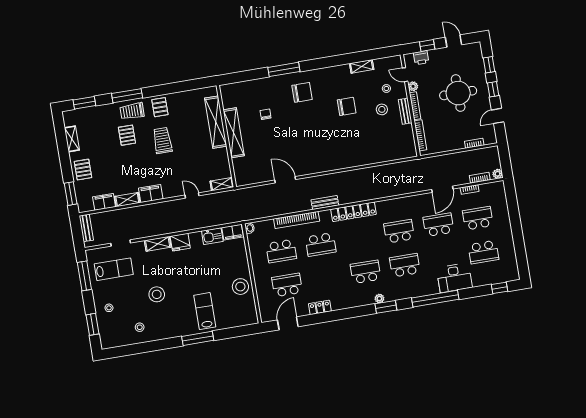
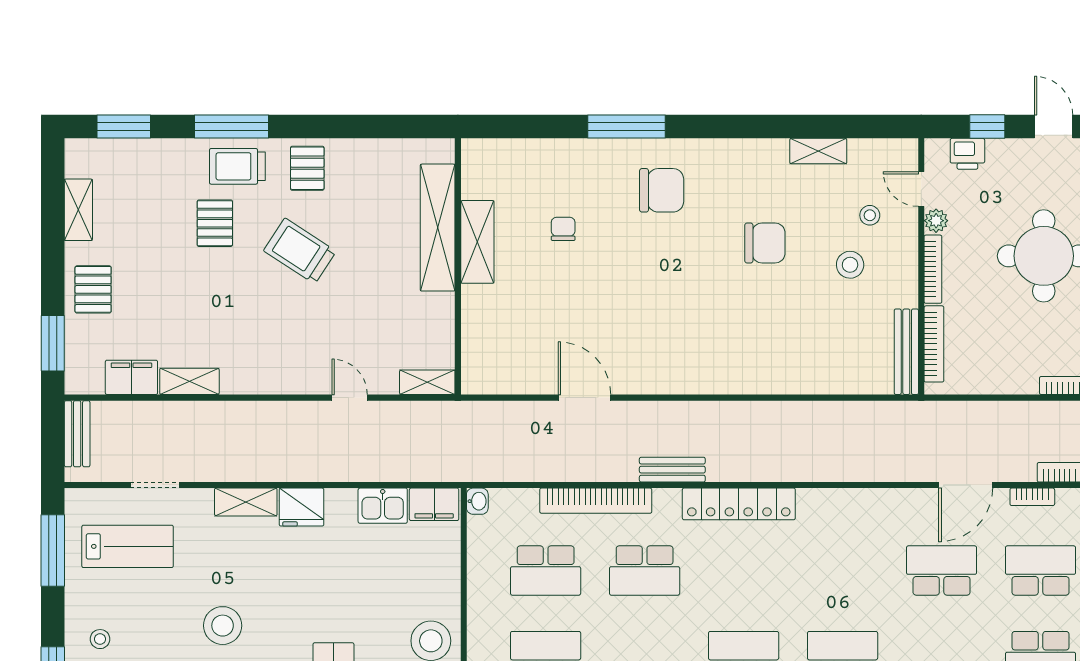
bench: (405, 111) -> (906, 352), moved, width x1.36
shelving: (234, 133) -> (477, 242), width x0.68
trolley: (162, 141) -> (300, 251), turned -57
filing cabinet: (151, 194) -> (249, 376), removed
school desk: (399, 231) -> (843, 571), removed

